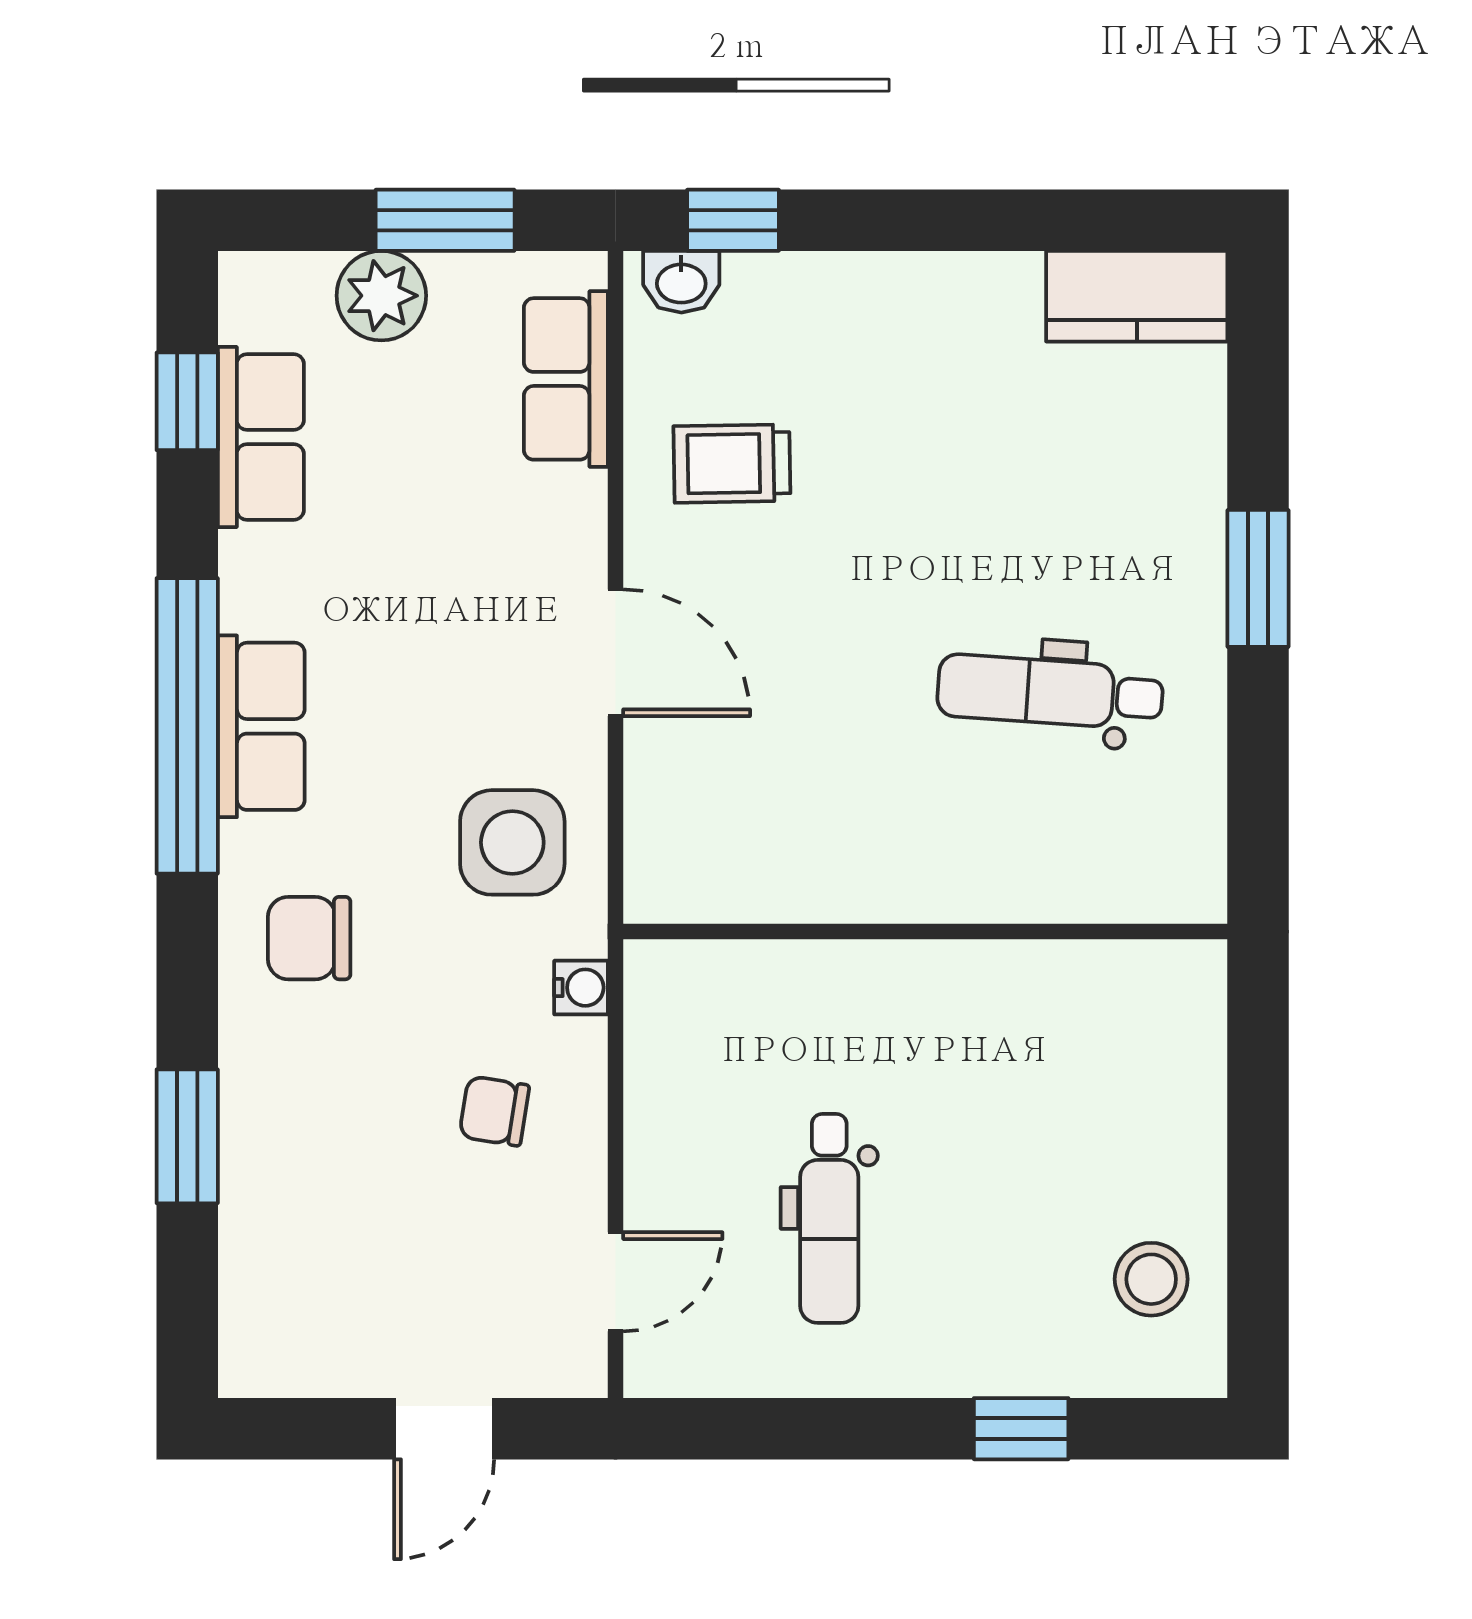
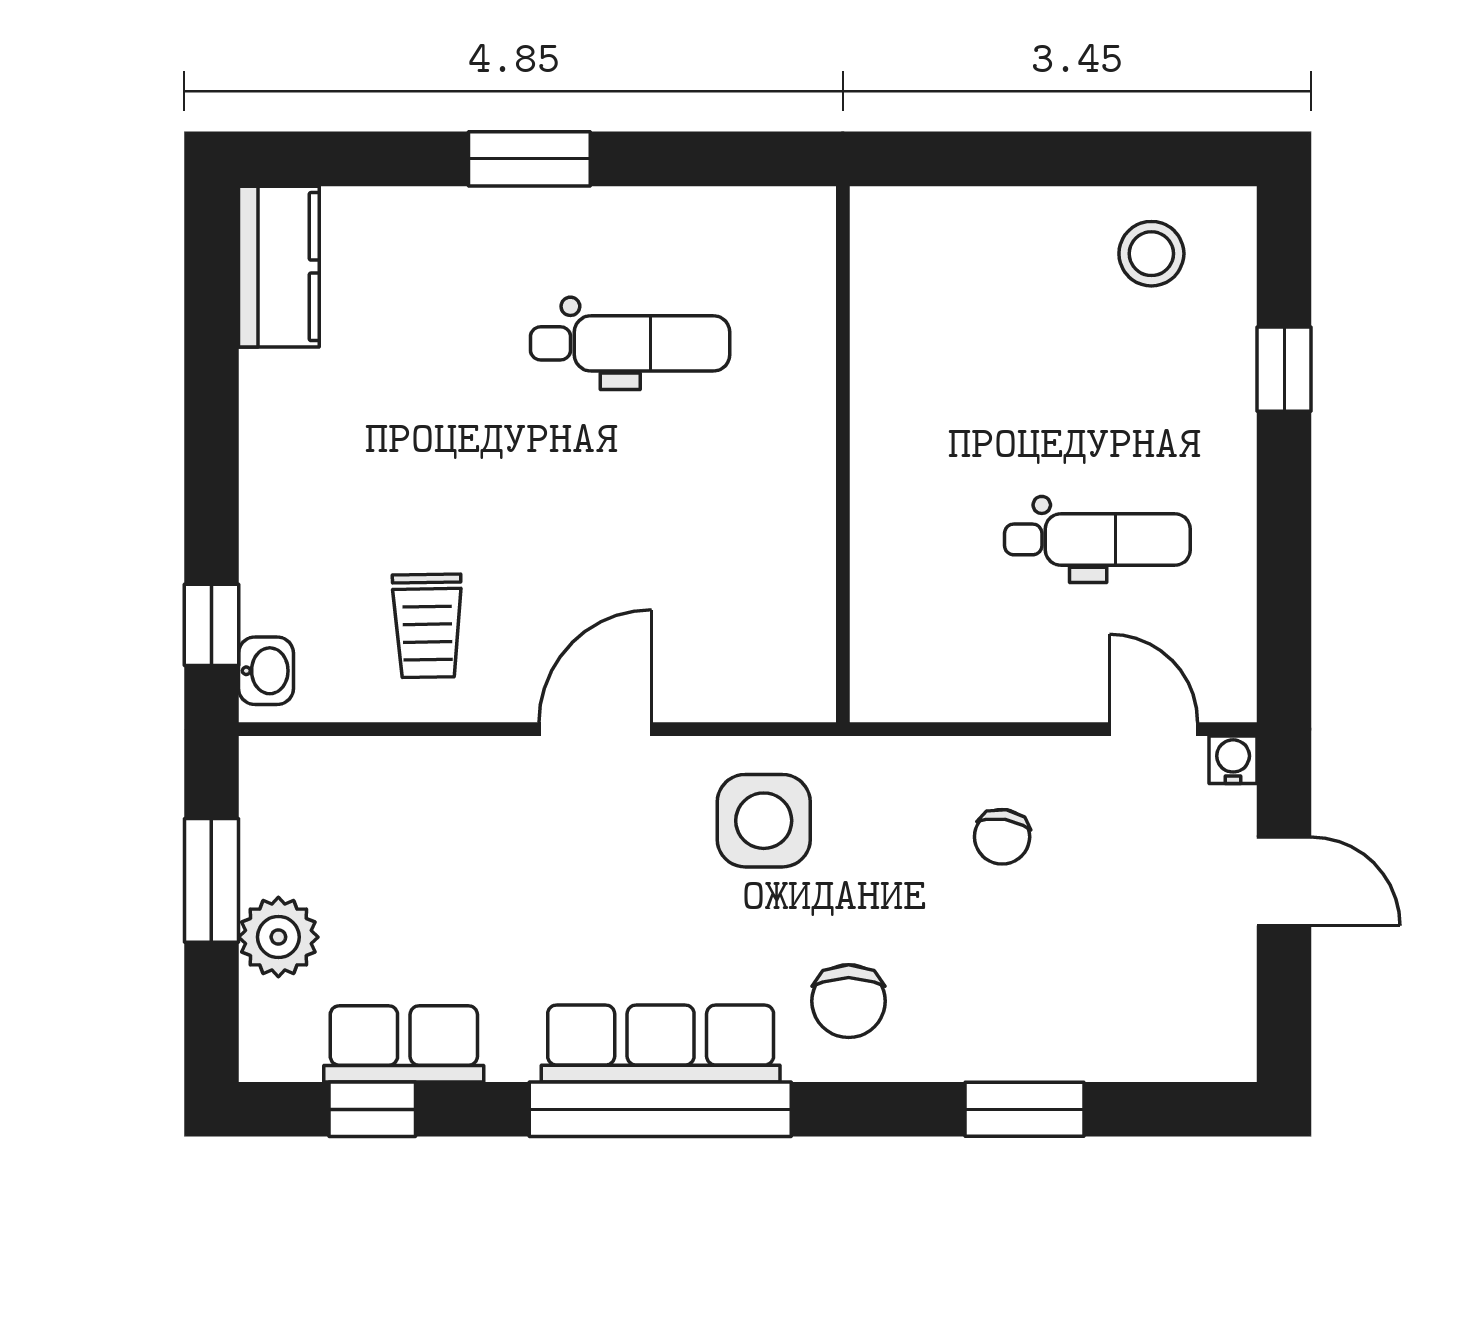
row of seats: (566, 379) -> (352, 773), removed
dental chair: (1050, 692) -> (630, 343), turned -94
row of seats: (261, 726) -> (661, 1044), width x1.48
water cooler: (581, 988) -> (1233, 760), moved

